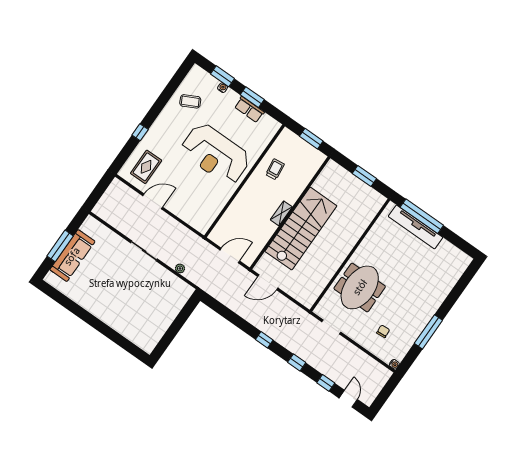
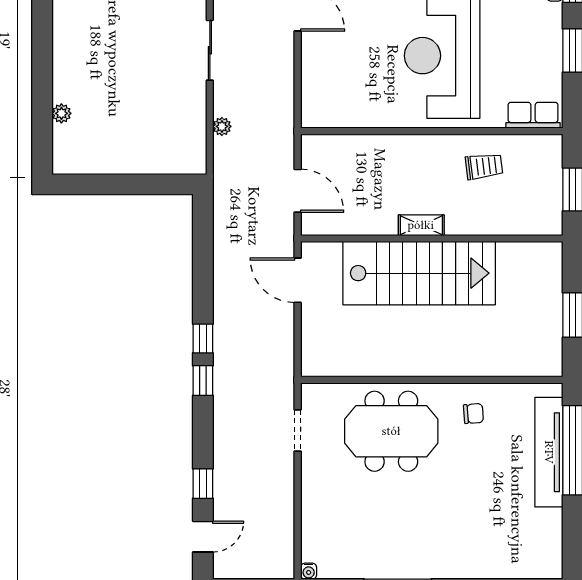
row of seats: (249, 109) -> (533, 115), moved, turned 90
chair: (383, 331) -> (473, 414), moved
plant: (127, 333) -> (61, 113), added
window: (297, 362) -> (203, 381), moved

